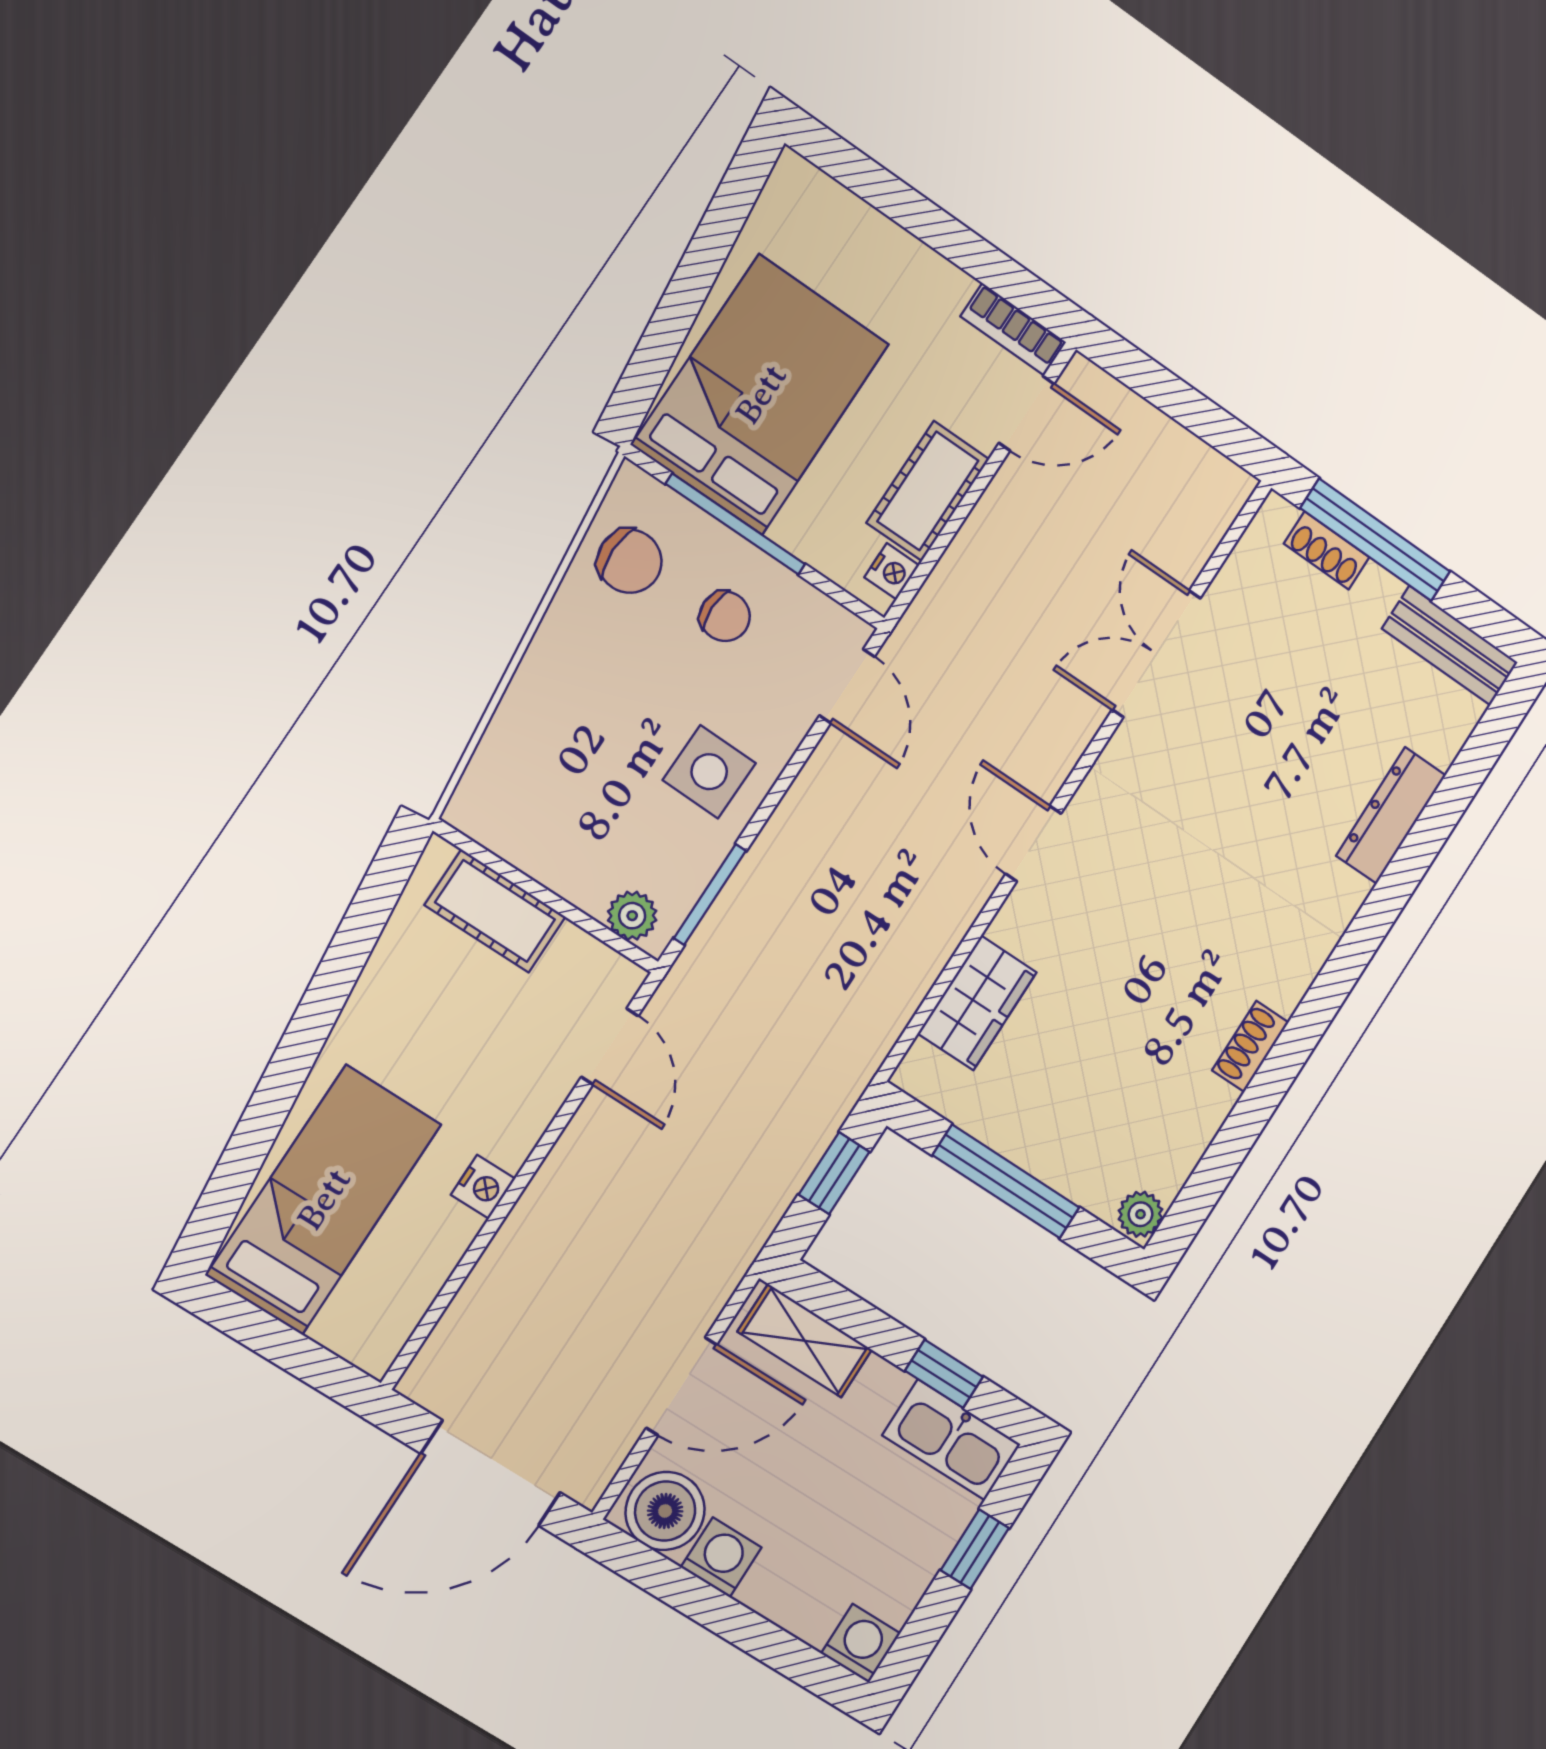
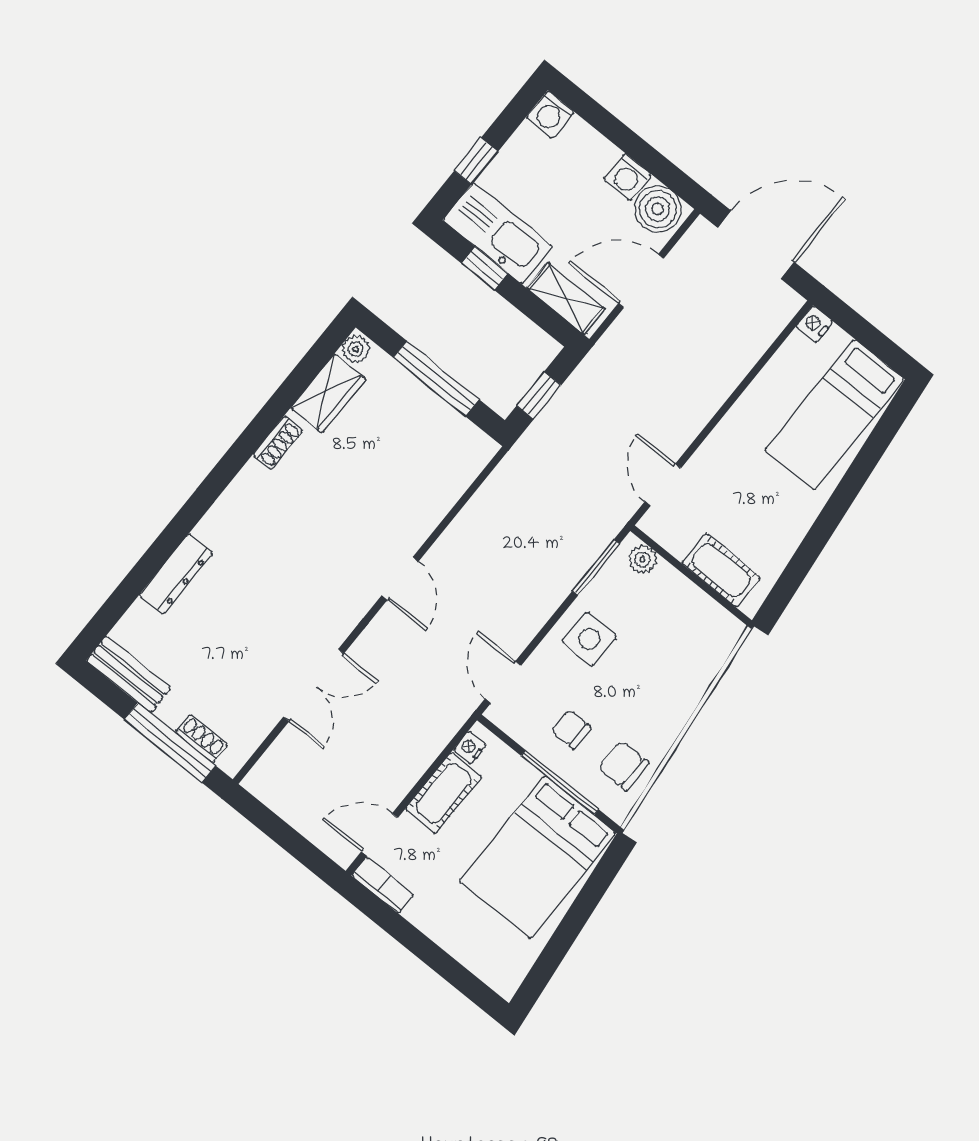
wardrobe: (977, 1003) -> (328, 393), moved, turned 180
nightstand: (483, 1187) -> (815, 324), moved
kitchen sink: (951, 1440) -> (498, 233), width x1.36, depth x1.24

